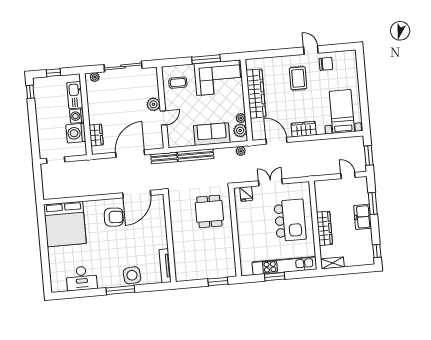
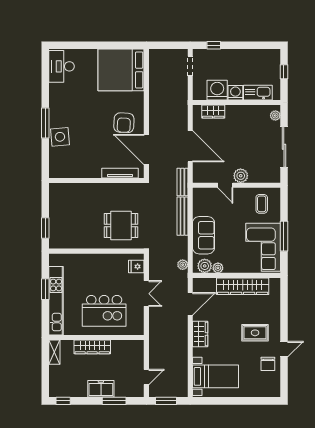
window: (30, 92) -> (214, 45), moved
tv unit: (165, 266) -> (120, 173), moved
desk: (82, 278) -> (62, 66), moved

